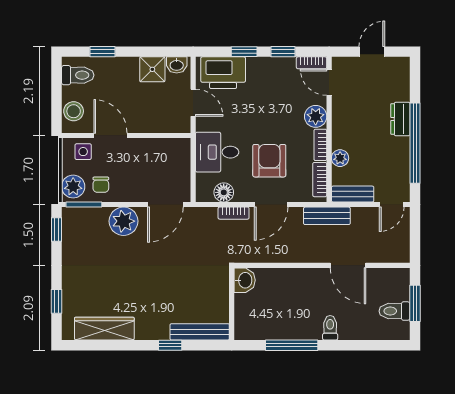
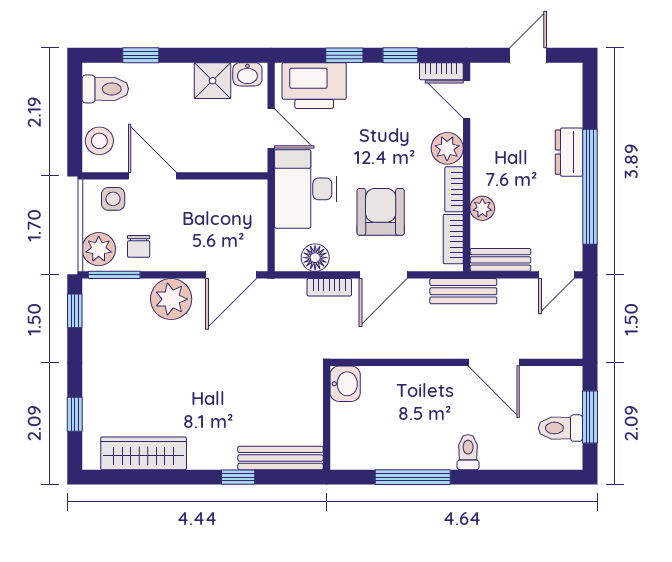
desk: (217, 152) -> (306, 189), width x1.37

